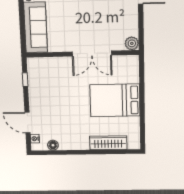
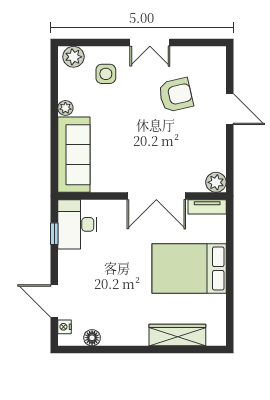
tv unit: (126, 60) -> (207, 207), added
desk: (40, 73) -> (77, 224), added

